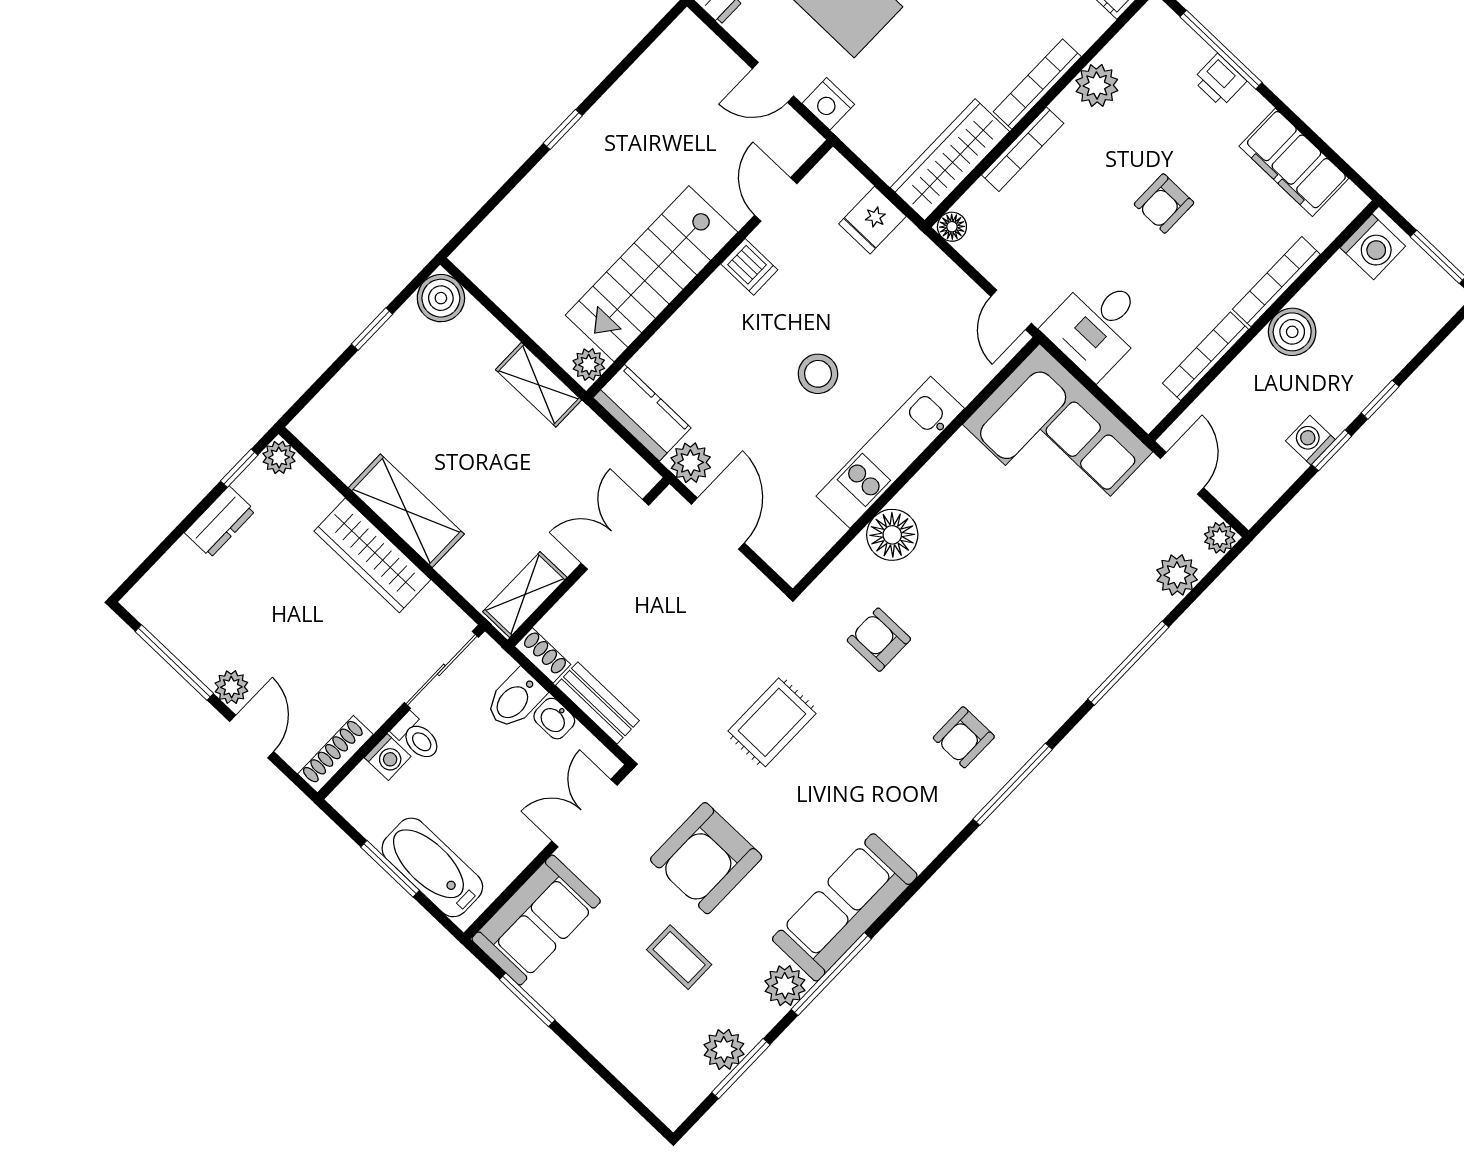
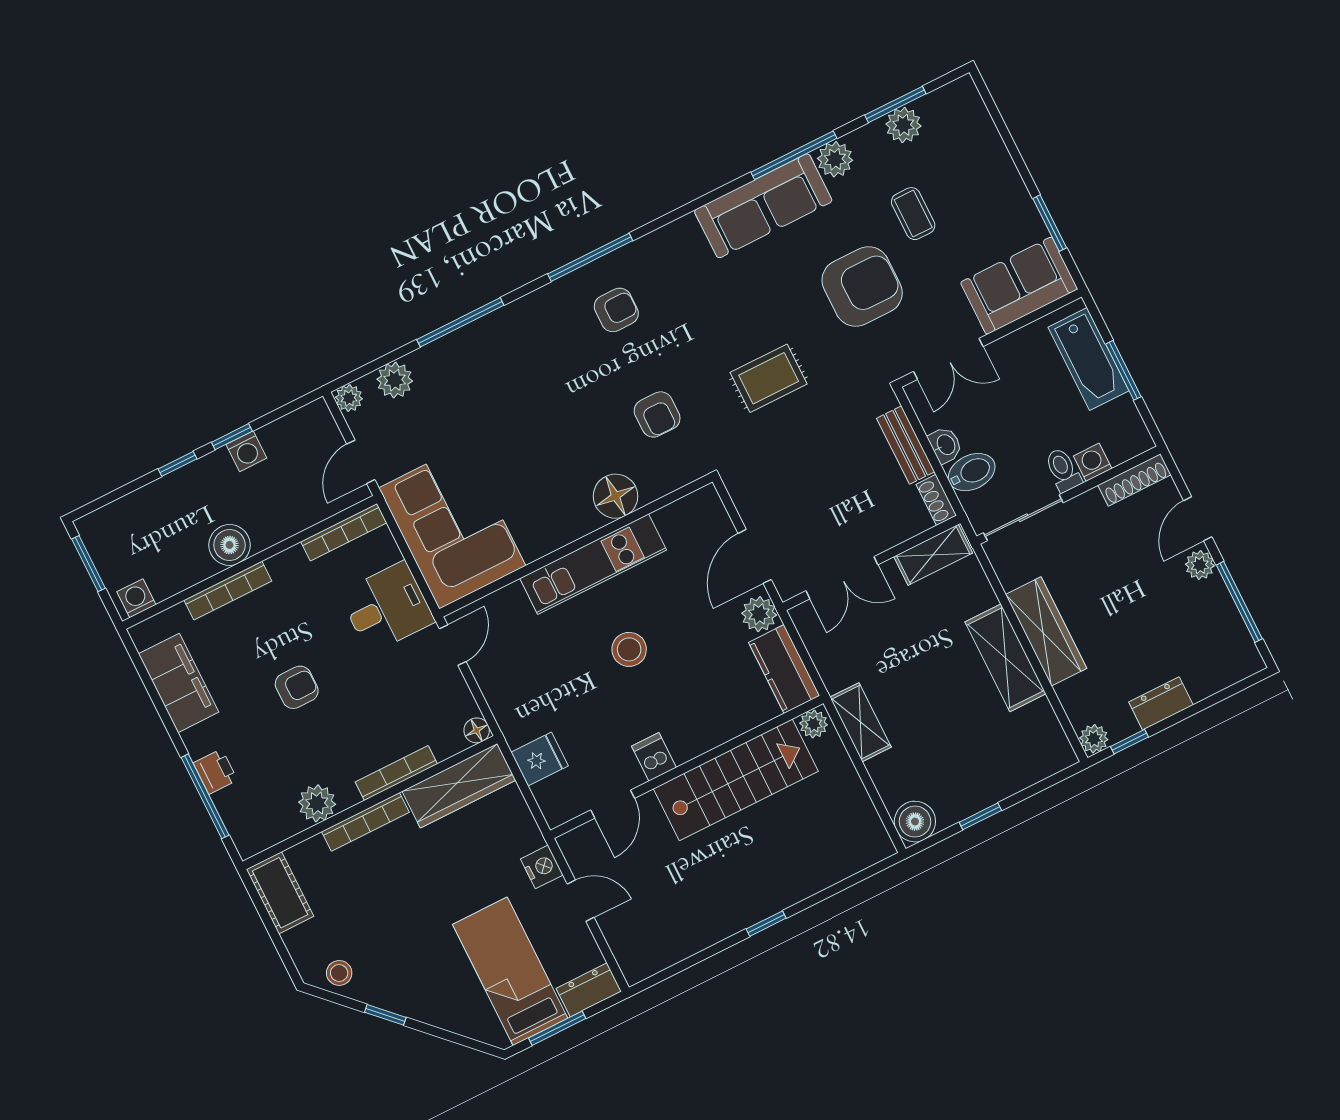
washing machine: (1373, 247) -> (136, 598), width x0.73, depth x0.73
bookcase: (1206, 356) -> (344, 532), moved

